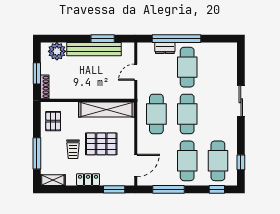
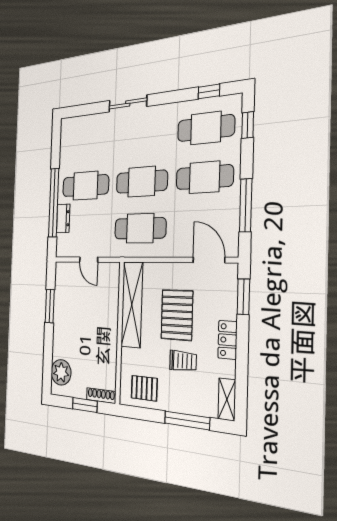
bench: (94, 49) -> (61, 319), removed

